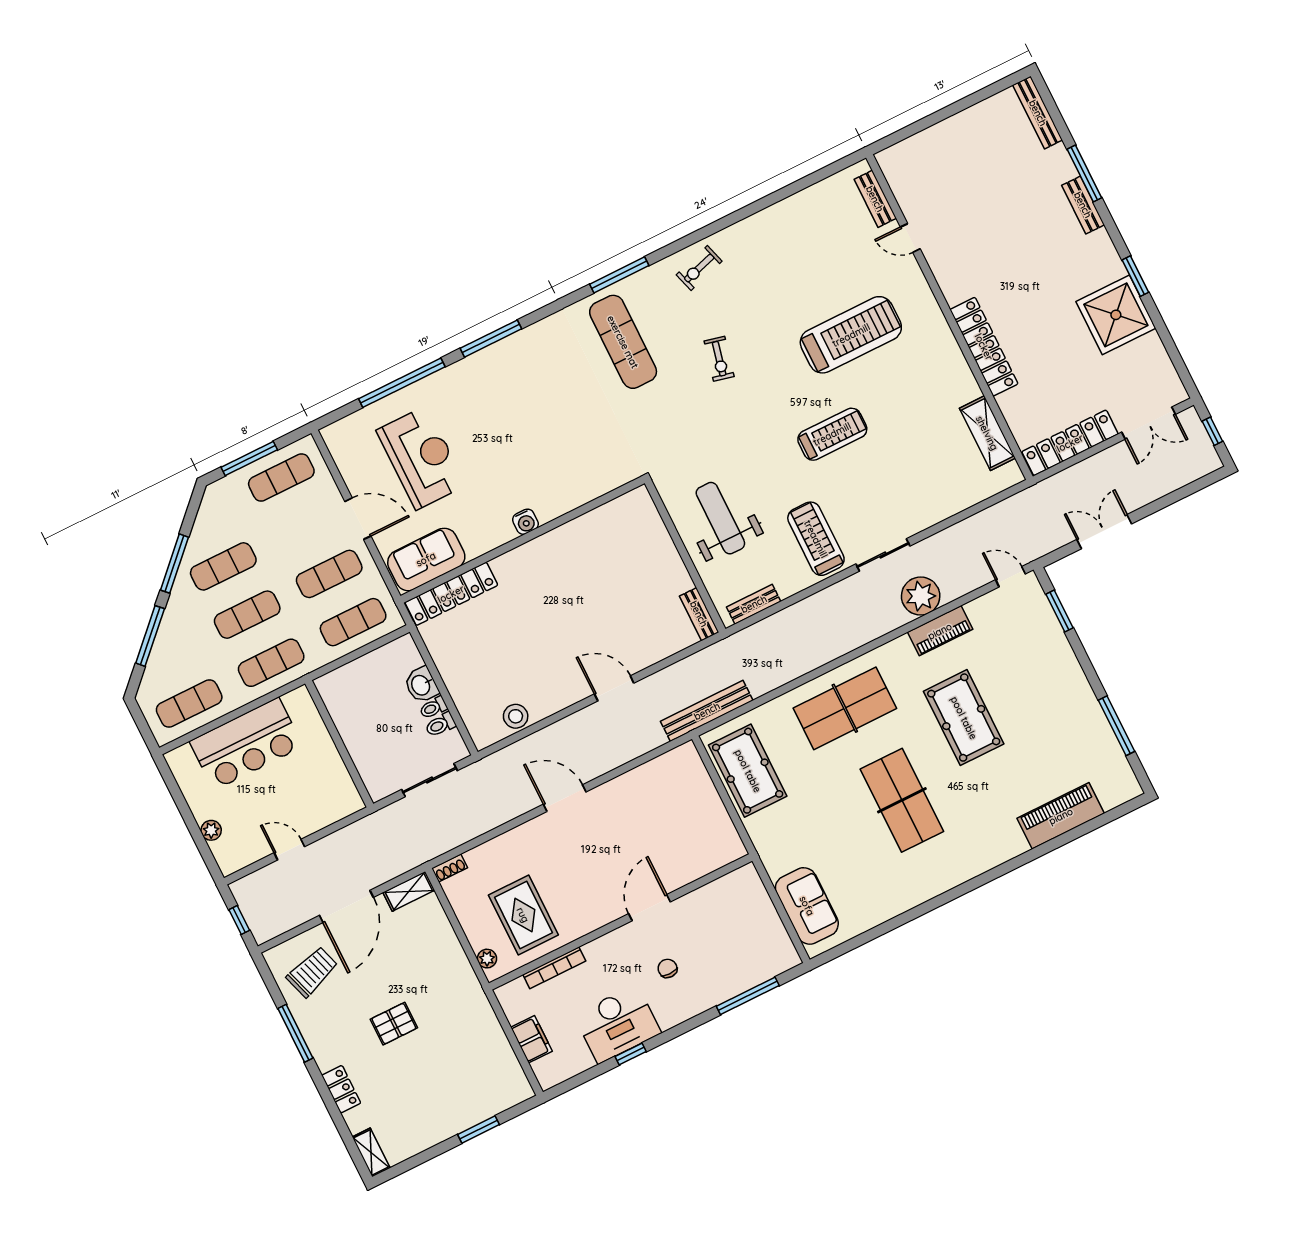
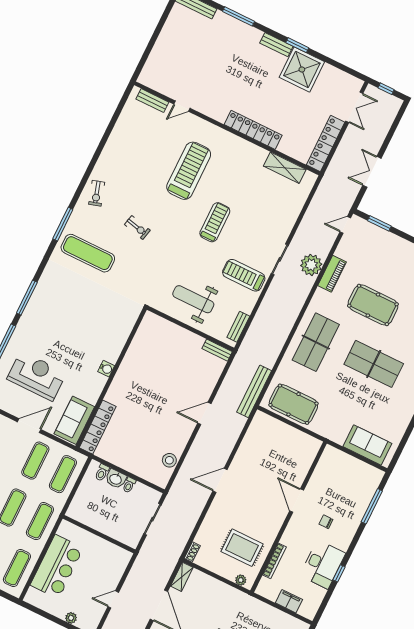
bench: (1083, 205) -> (276, 45), moved
toilet: (440, 725) -> (102, 472), moved

